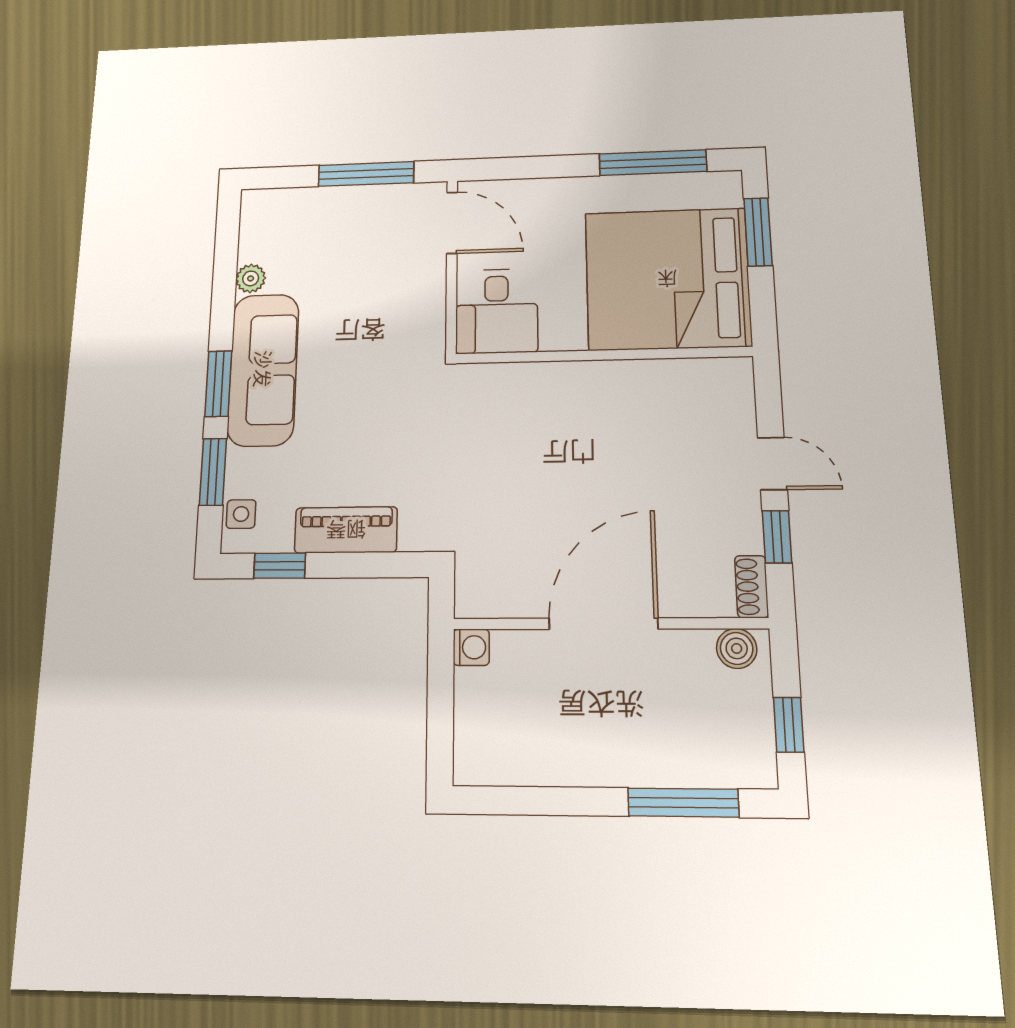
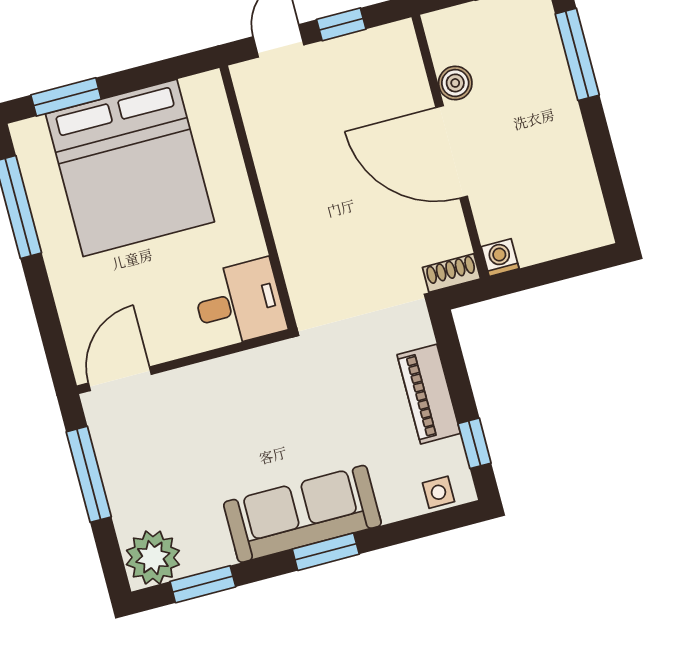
plant: (251, 278) -> (153, 558), moved, width x1.87, depth x1.87
desk: (496, 311) -> (239, 303), moved
wall: (603, 355) -> (258, 198), moved
window: (213, 472) -> (203, 584), moved
shoe rack: (752, 587) -> (451, 273), moved, turned 180
boiler: (737, 648) -> (455, 83), moved

